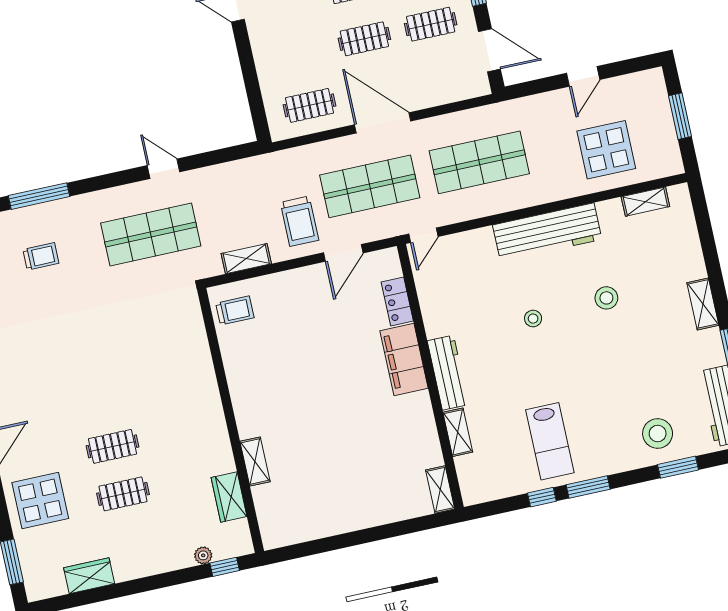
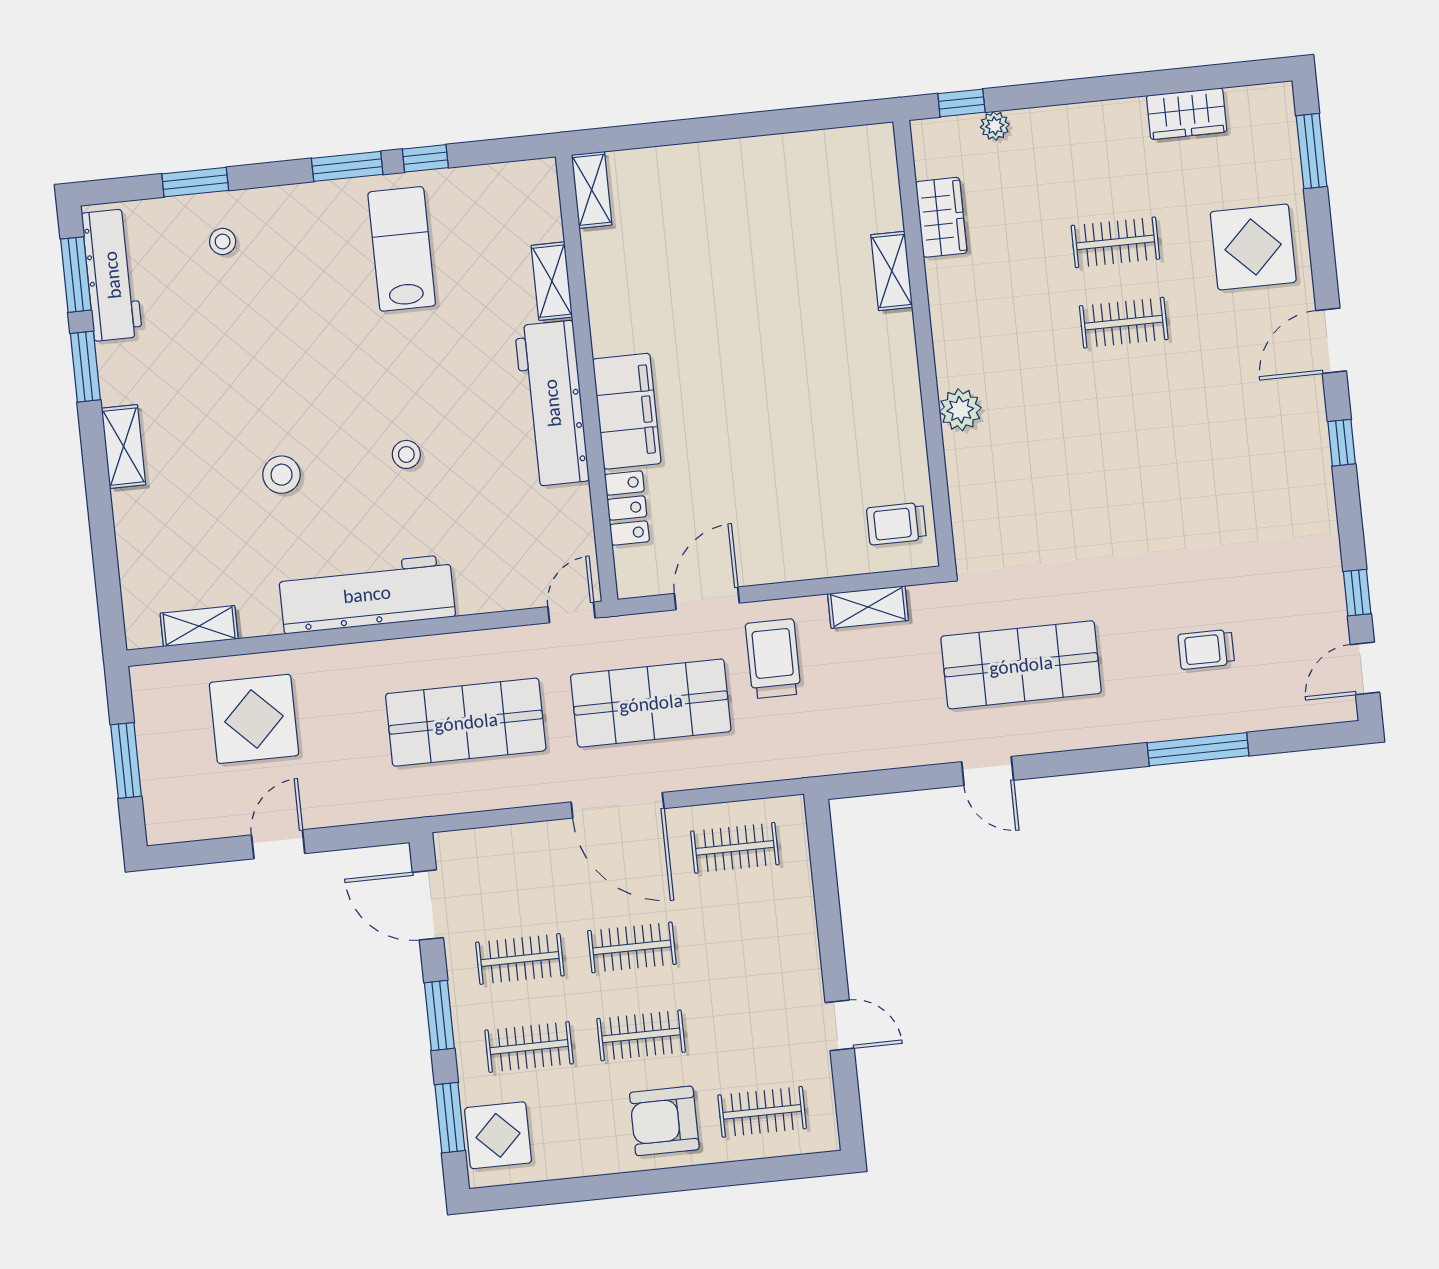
workbench: (448, 373) -> (552, 403), width x1.36, depth x1.32
plant: (204, 383) -> (960, 410), added
stool: (658, 434) -> (223, 241), width x0.53, depth x0.53

